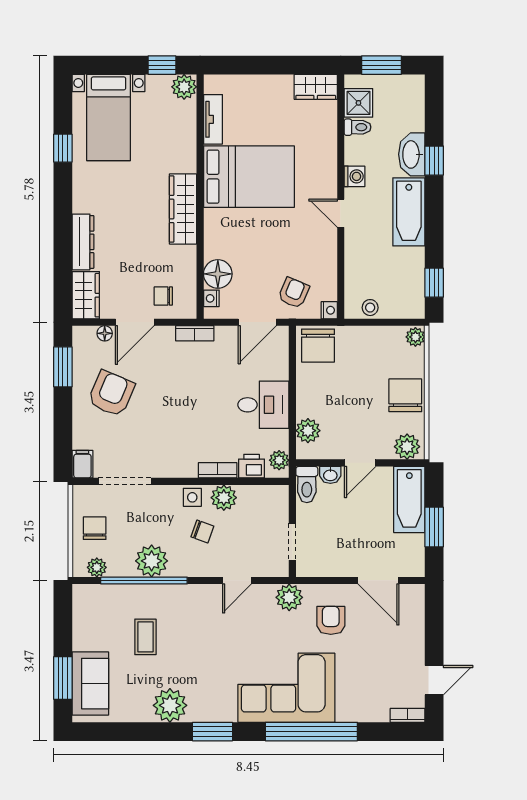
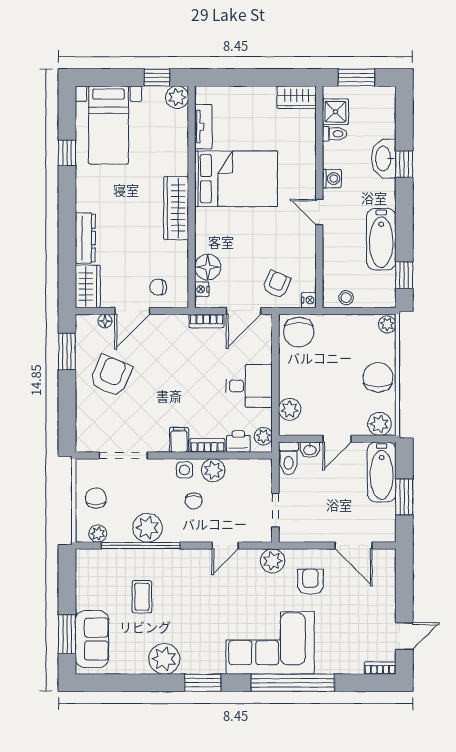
bathtub: (409, 212) -> (381, 239), moved
bookcase: (195, 333) -> (207, 321), moved
filing cabinet: (82, 464) -> (179, 440), moved
chair: (202, 531) -> (194, 501), turned 70

